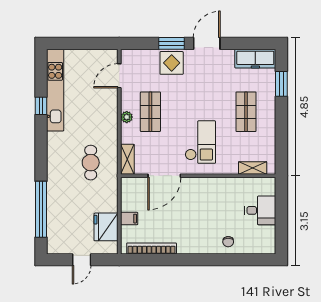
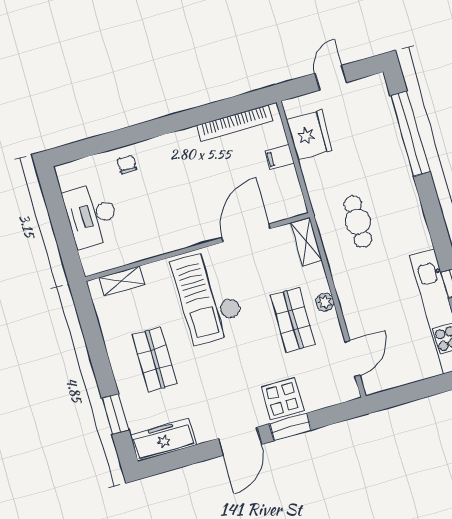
checkout: (200, 142) -> (208, 296), width x1.36, depth x1.21
desk: (260, 210) -> (91, 215), width x1.37

